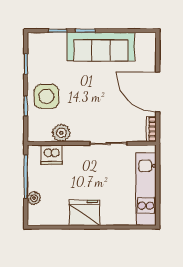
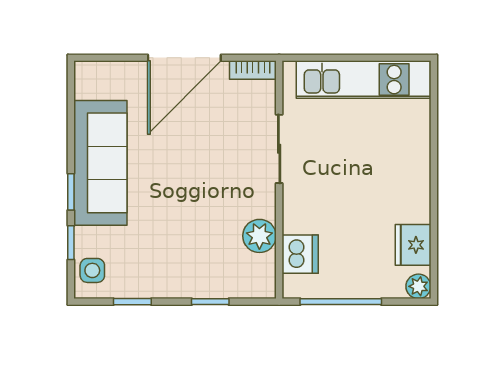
side table: (46, 96) -> (92, 270), moved, width x0.54, depth x0.54
plant: (34, 198) -> (418, 286), moved
fridge: (84, 213) -> (413, 245), moved, width x0.73, depth x0.75

